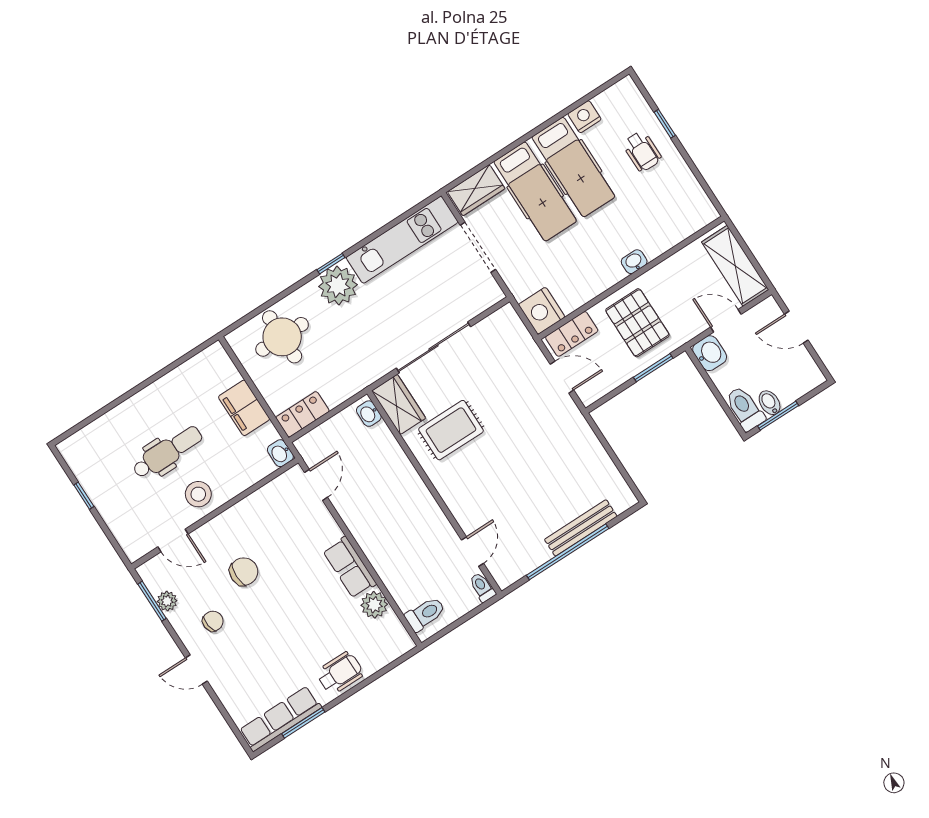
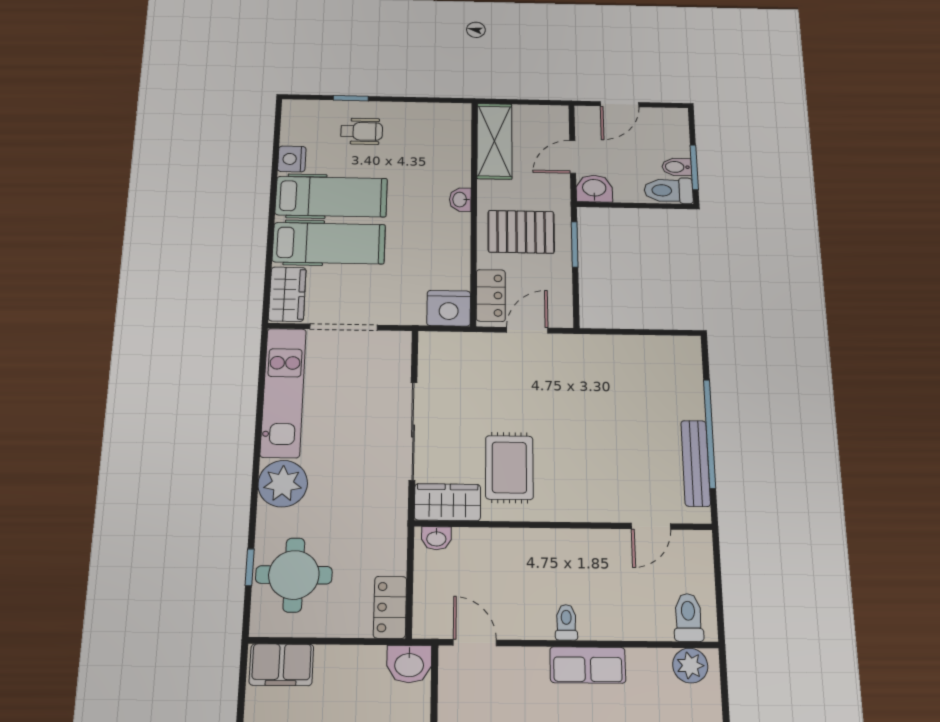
window: (331, 264) -> (250, 567), moved
shelving: (735, 266) -> (494, 141), moved, turned 90
filing cabinet: (244, 408) -> (281, 665), moved
washbasin: (280, 453) -> (409, 664), width x1.38, depth x1.45
bench: (581, 528) -> (696, 463), moved
door: (473, 552) -> (651, 526), swing flipped
toilet: (482, 587) -> (566, 622), moved, turned 90
plant: (374, 605) -> (690, 666), moved

